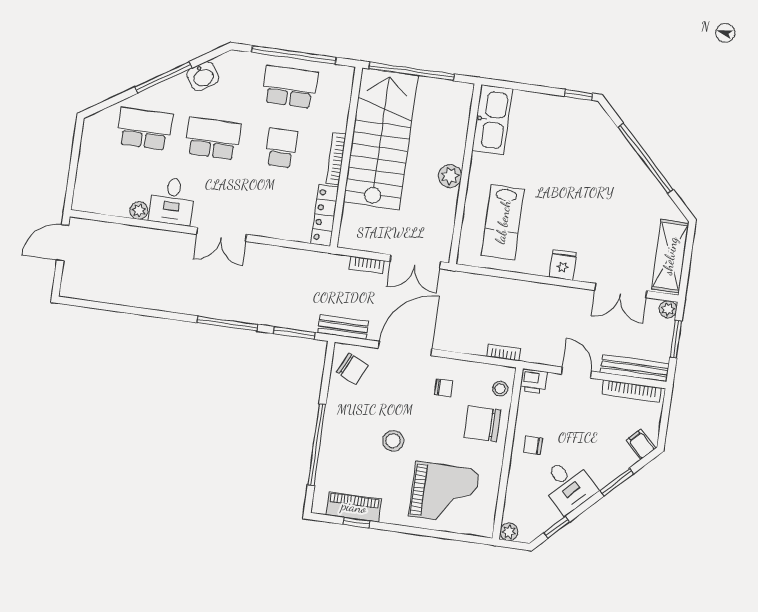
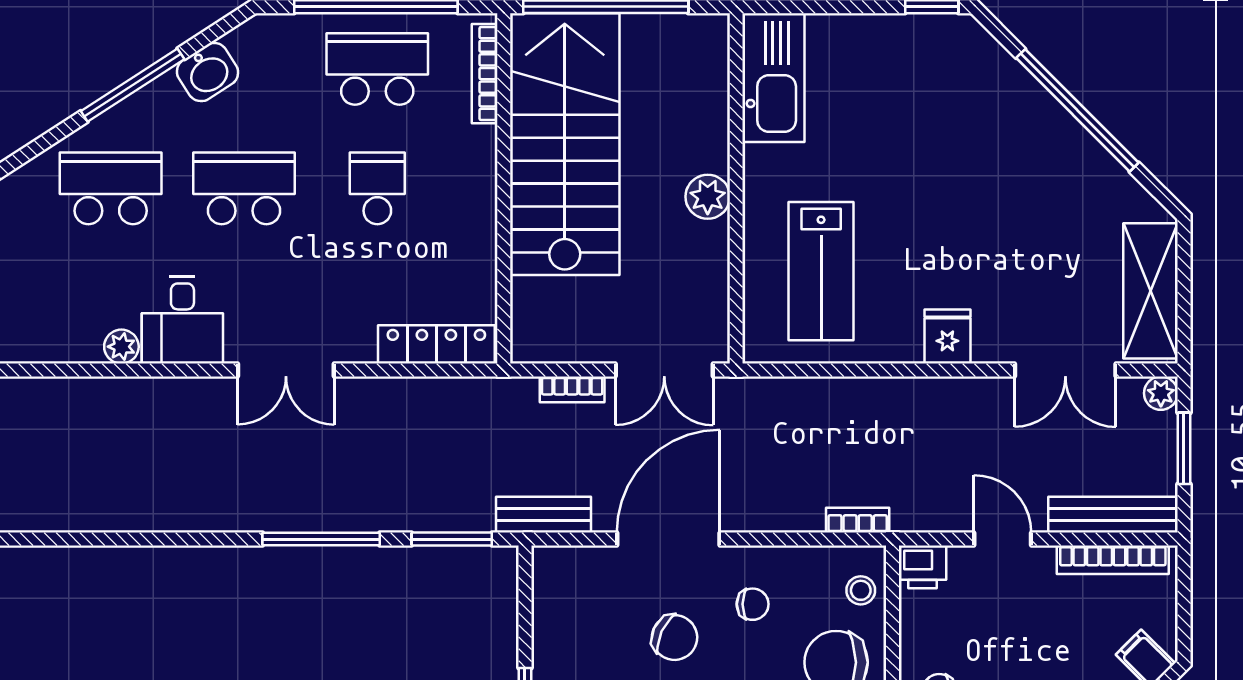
bookcase: (336, 159) -> (485, 74), moved
locker: (325, 215) -> (436, 344), moved, turned 90
chair: (352, 369) -> (675, 638), moved

